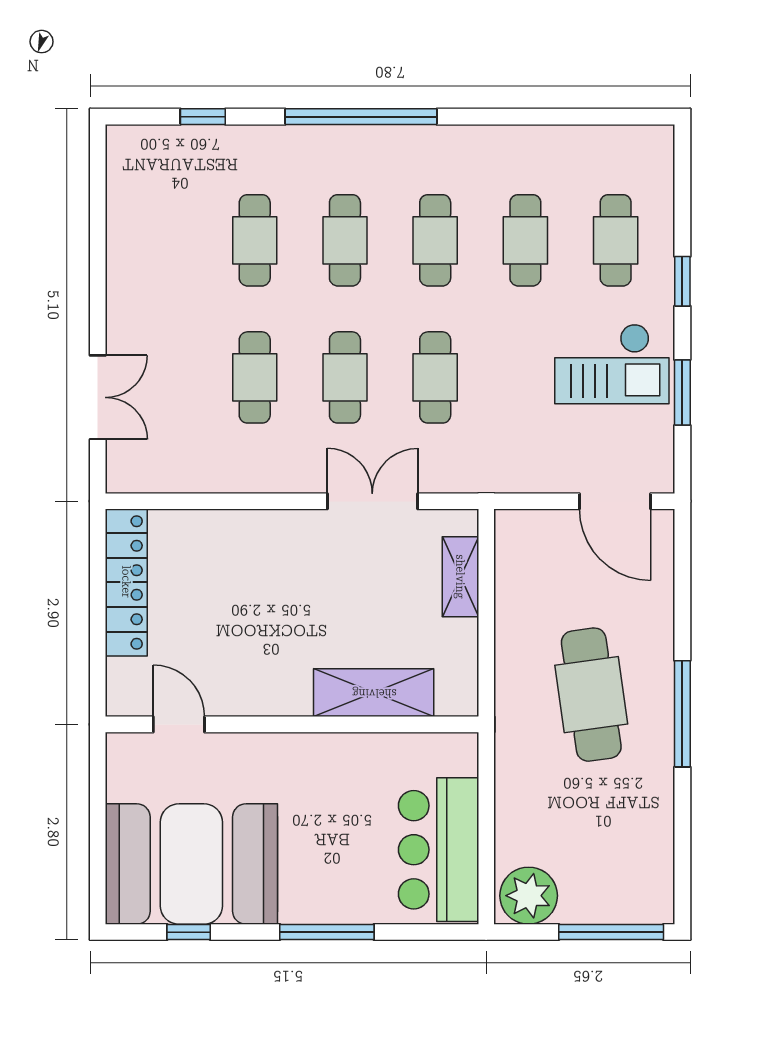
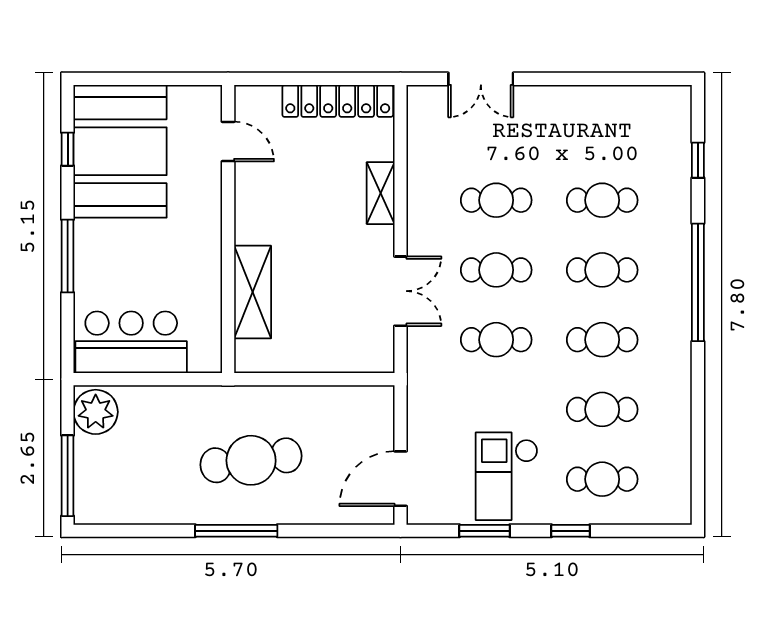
shelving: (460, 577) -> (381, 193), moved, turned 90
door: (179, 724) -> (228, 142), hinge flipped

